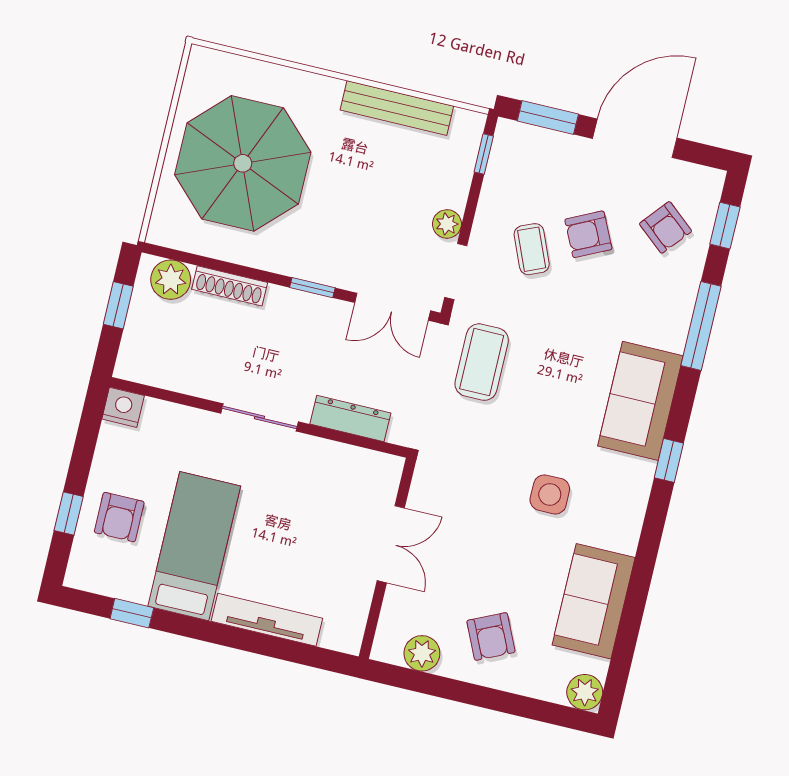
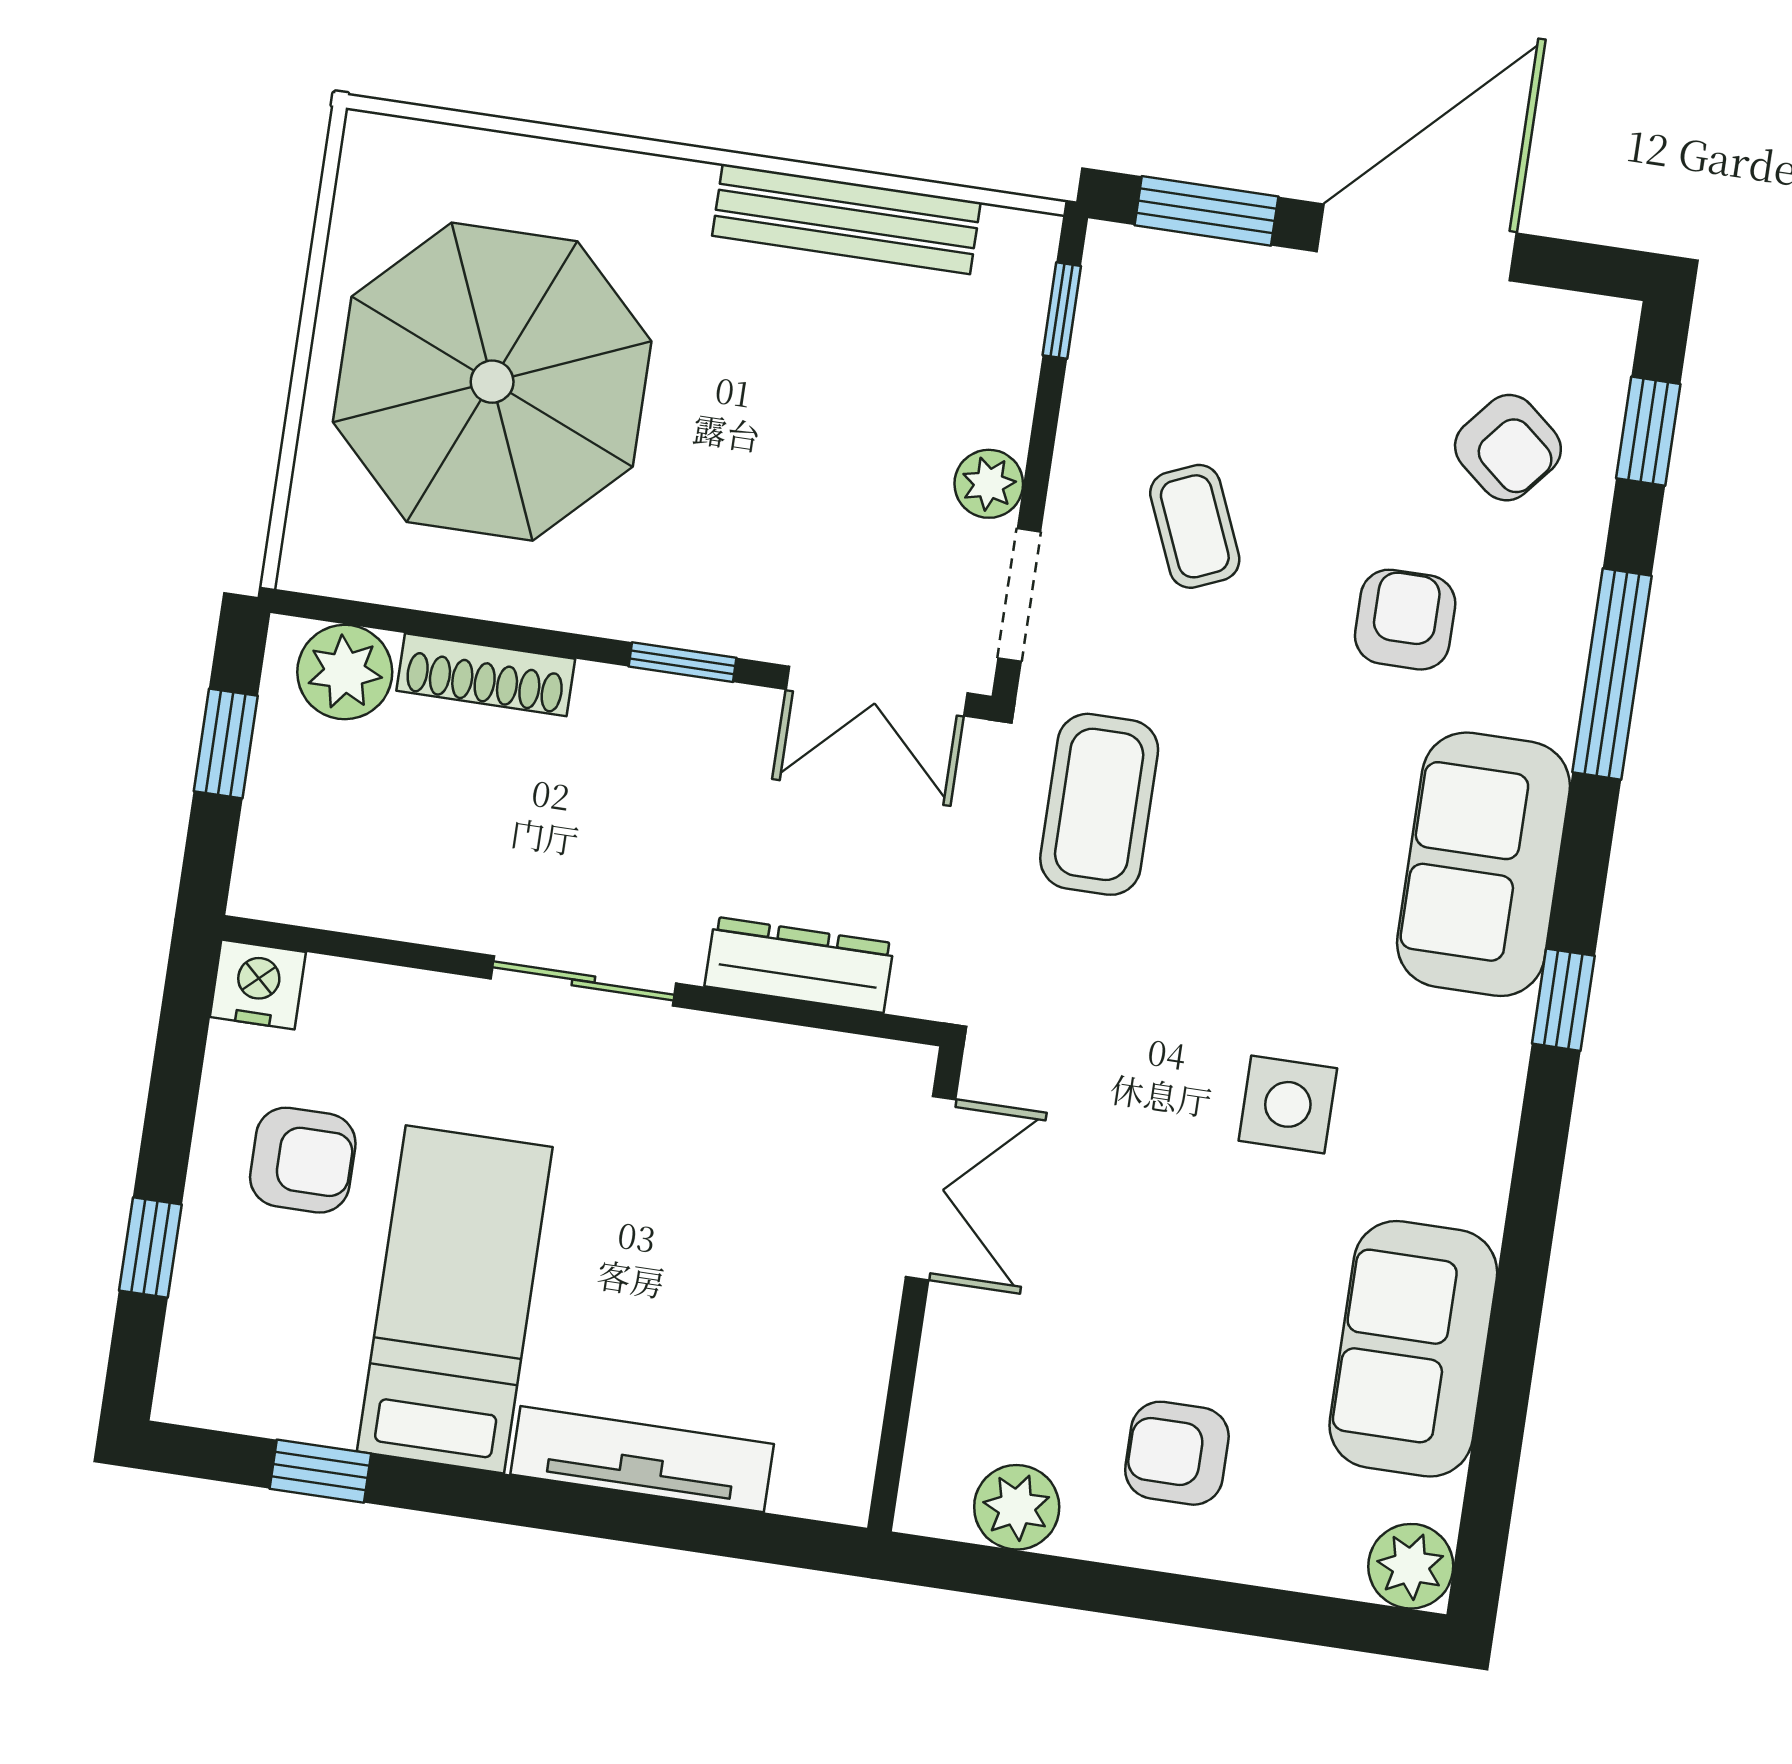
armchair: (588, 234) -> (1405, 620), moved, turned 116
armchair: (119, 517) -> (303, 1160), moved, turned -90
double door: (391, 544) -> (931, 1188), moved
armchair: (491, 636) -> (1177, 1453), turned 115

